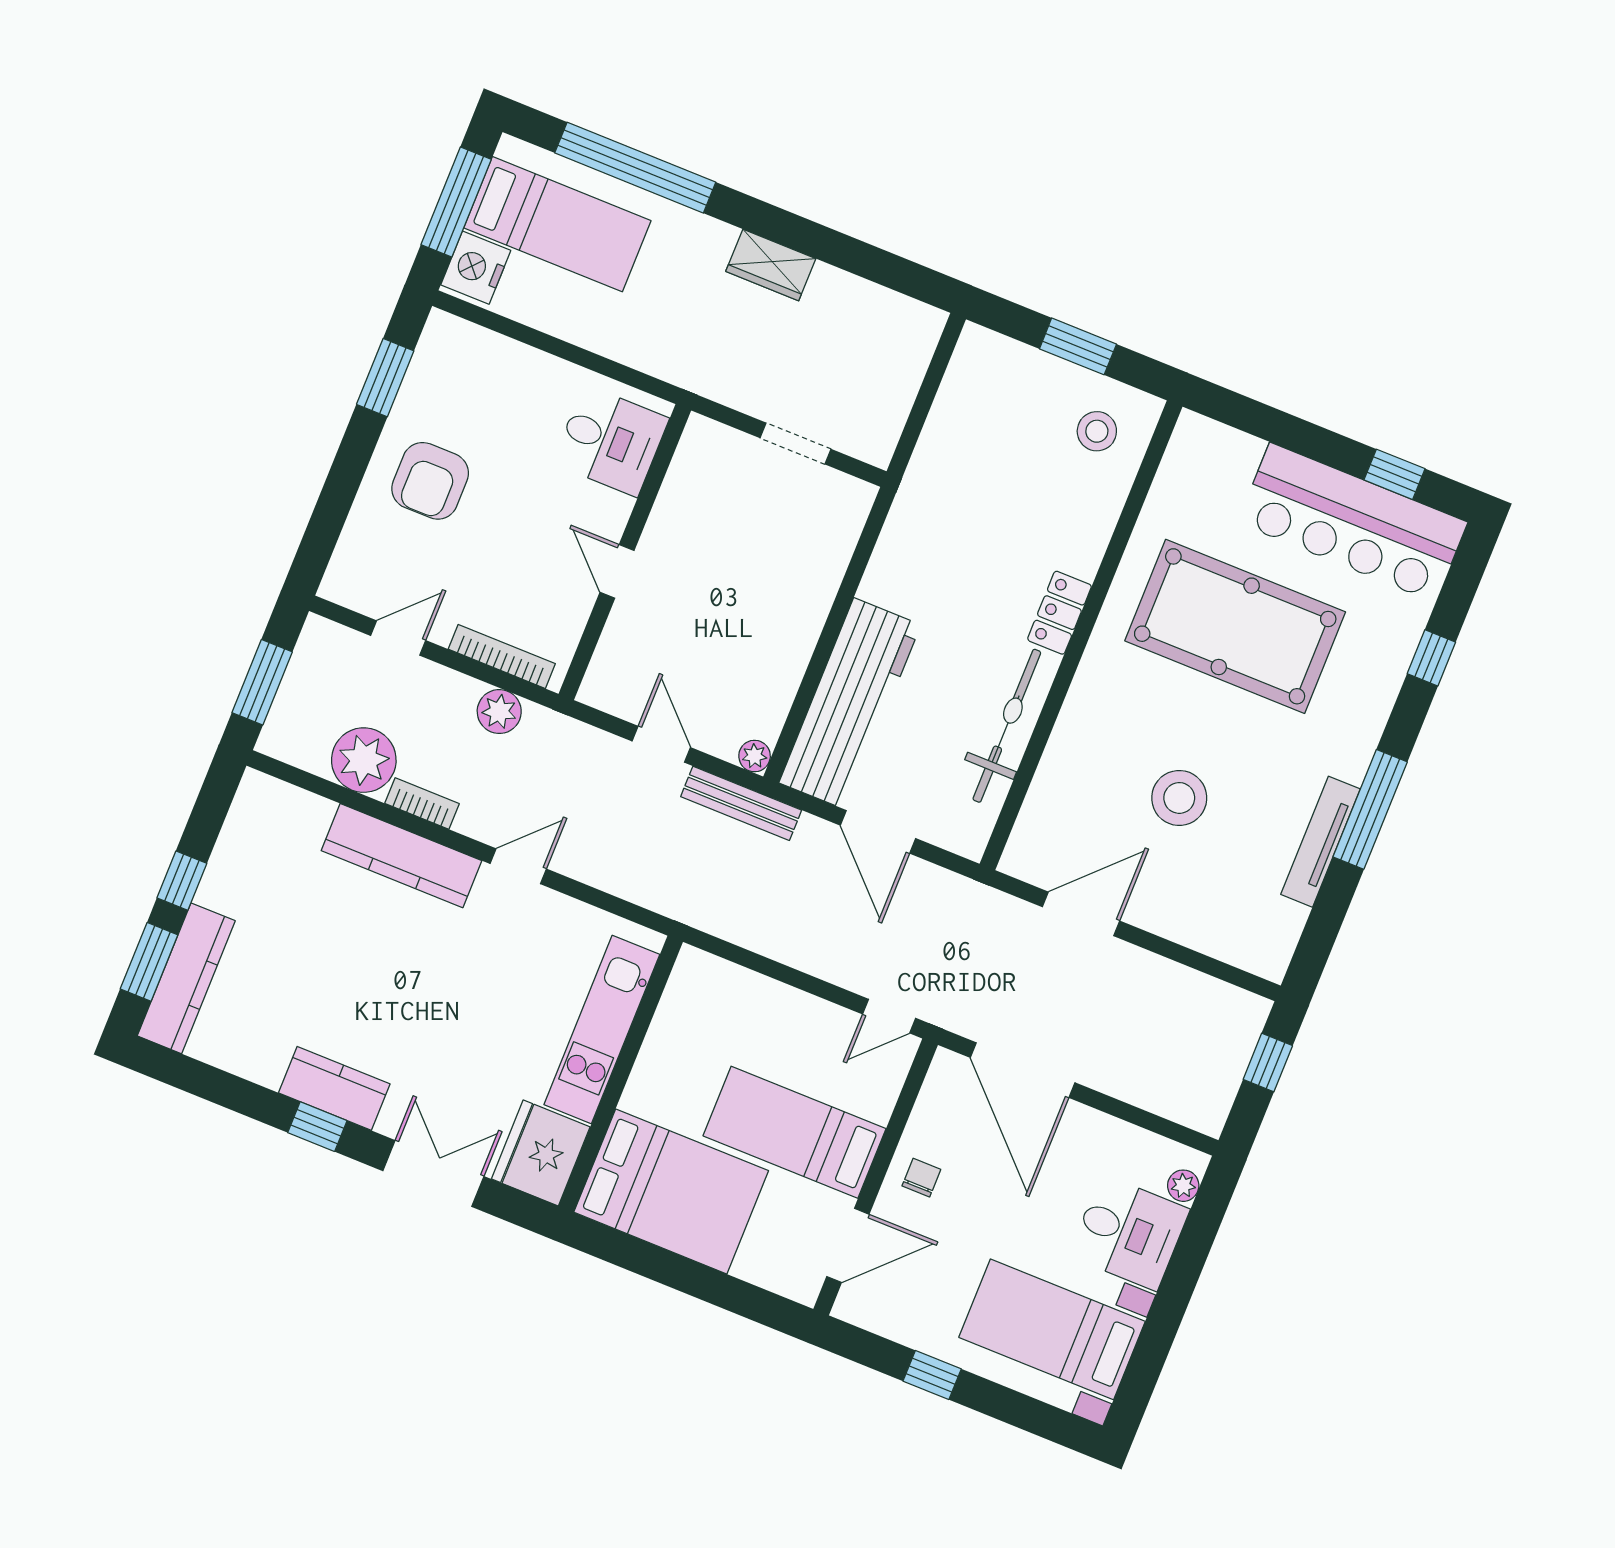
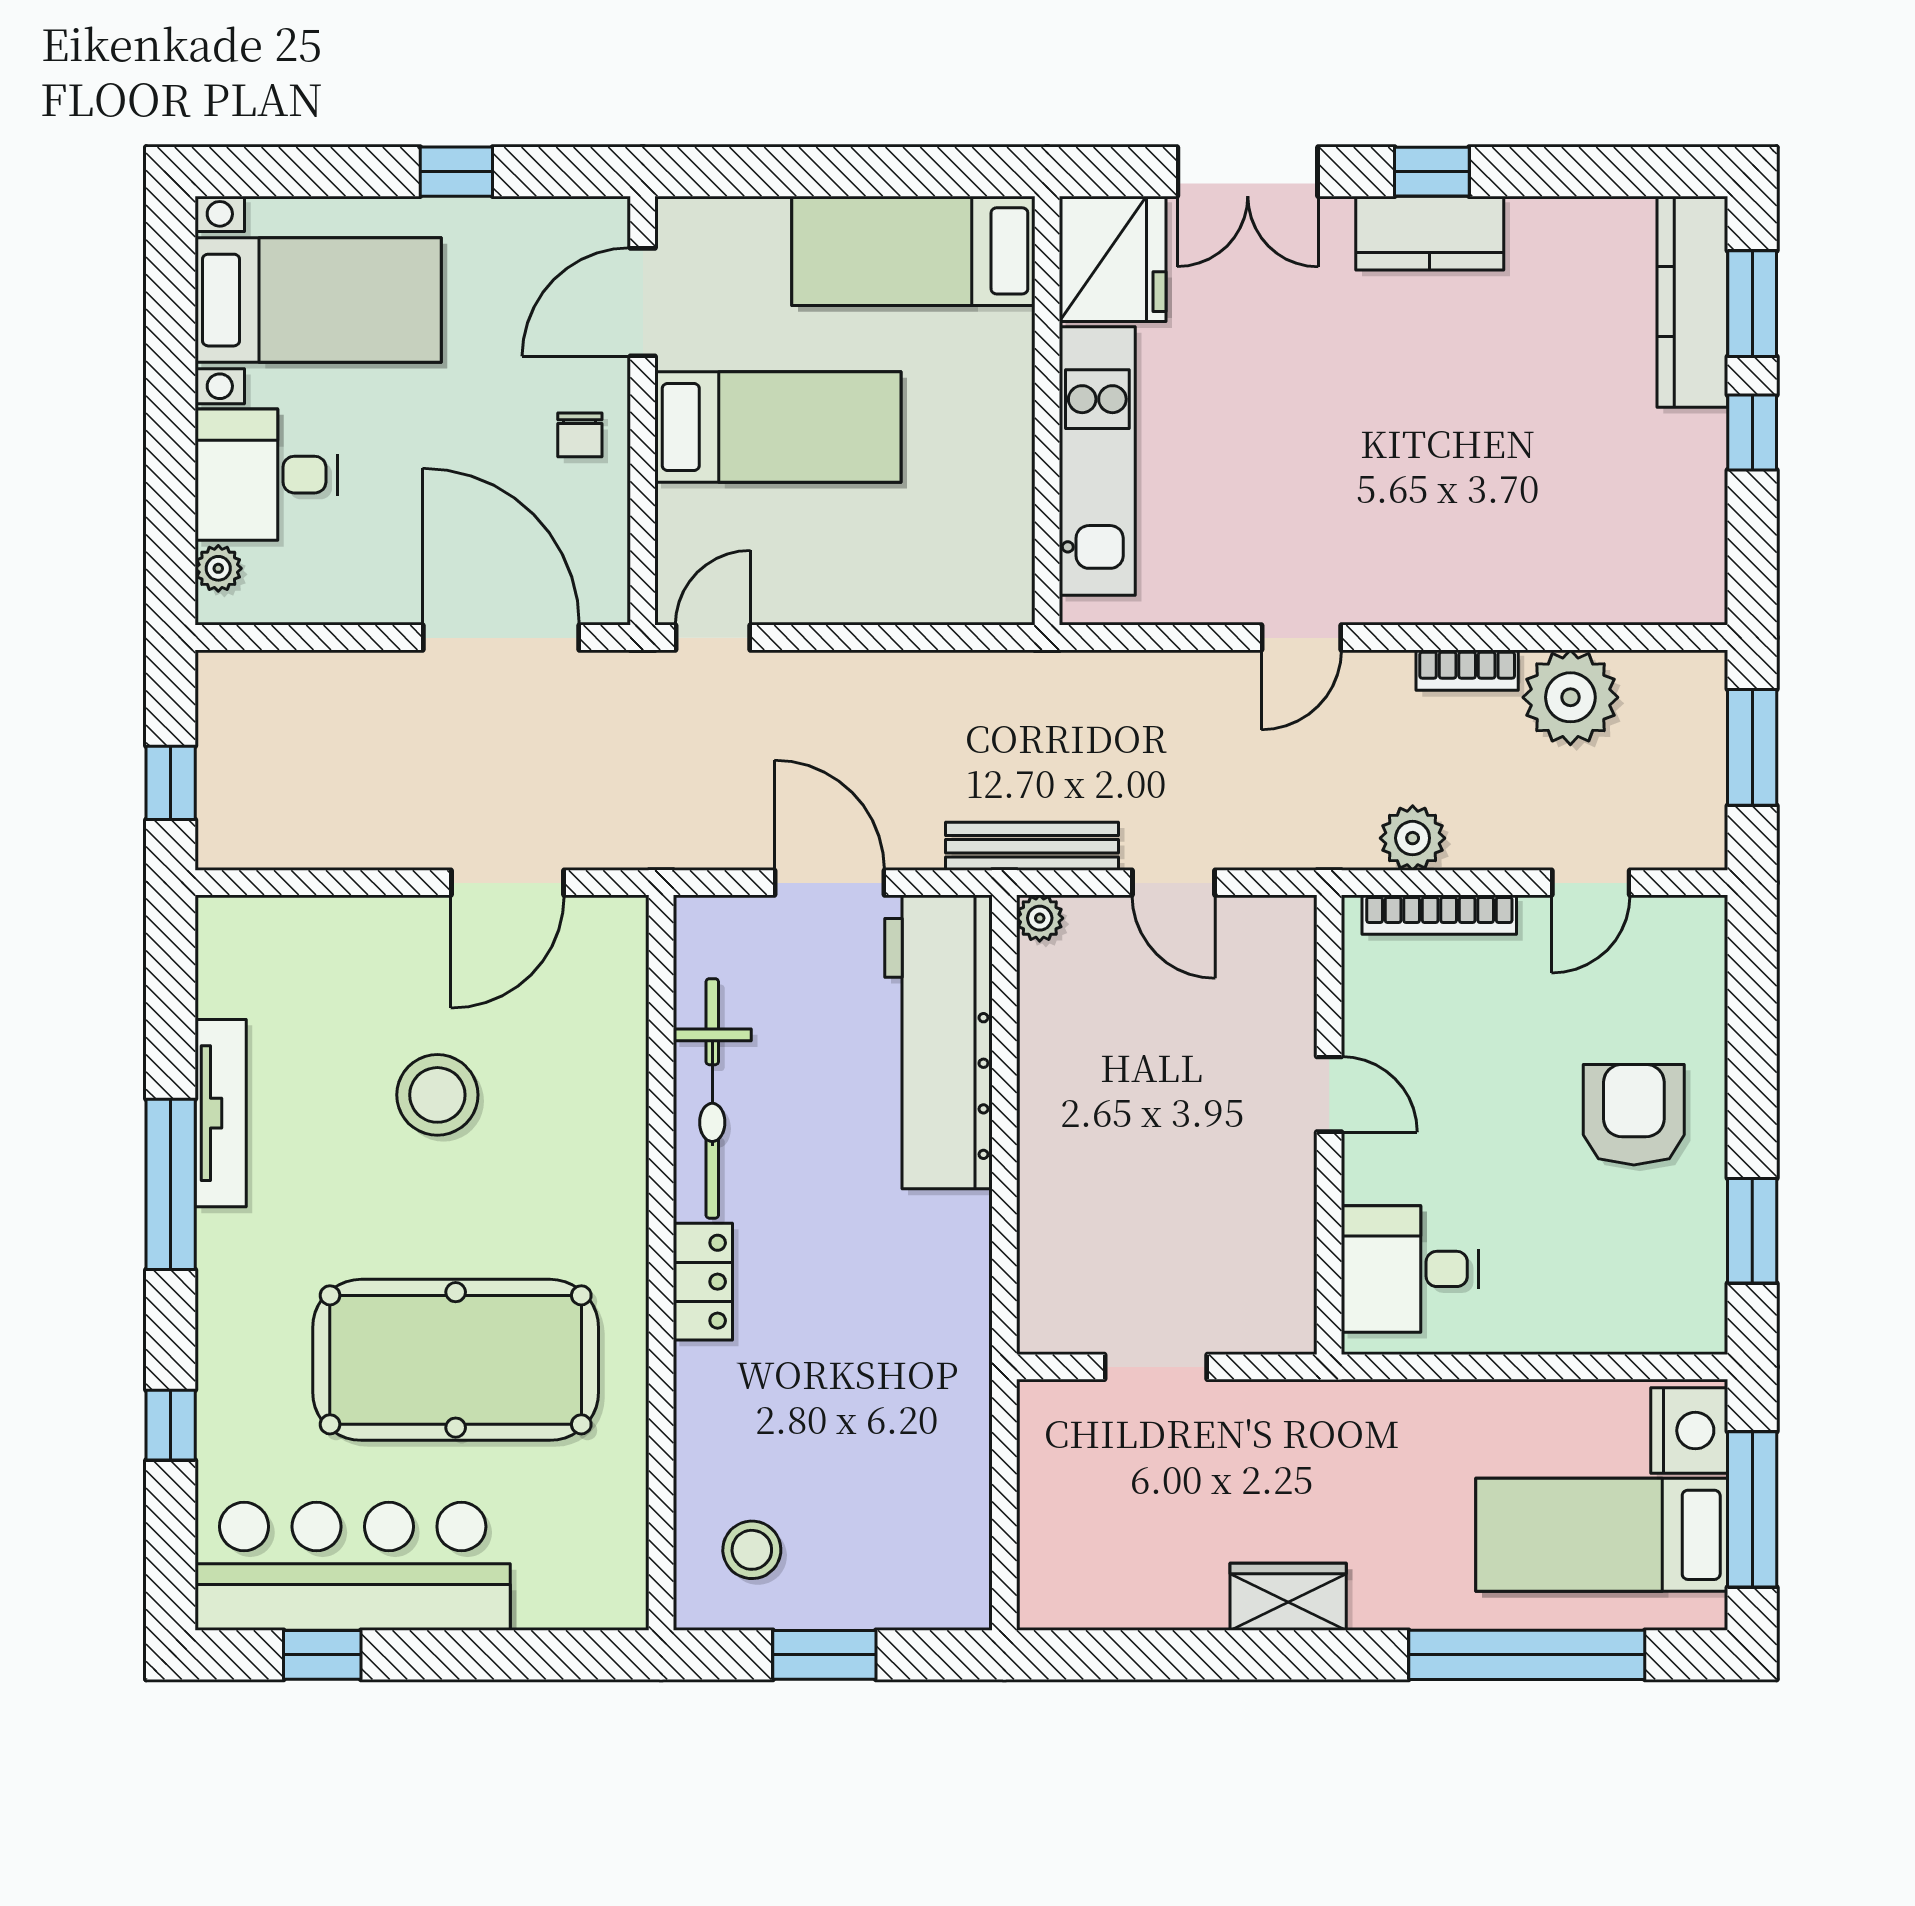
kitchen counter: (401, 856) -> (1466, 588), removed
bed: (671, 1191) -> (913, 251), width x0.67

